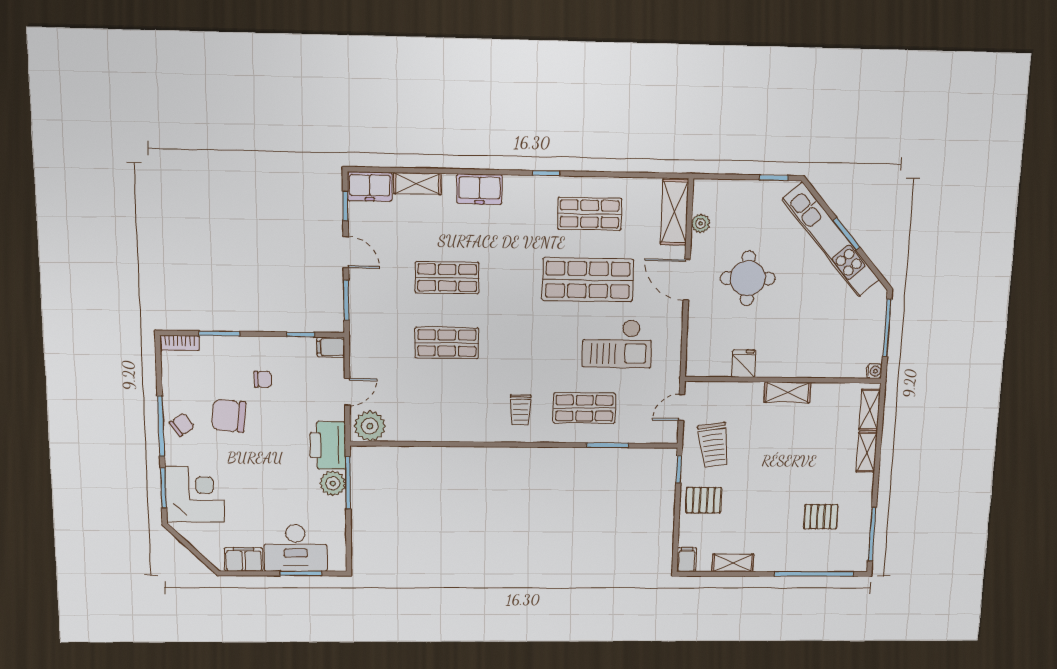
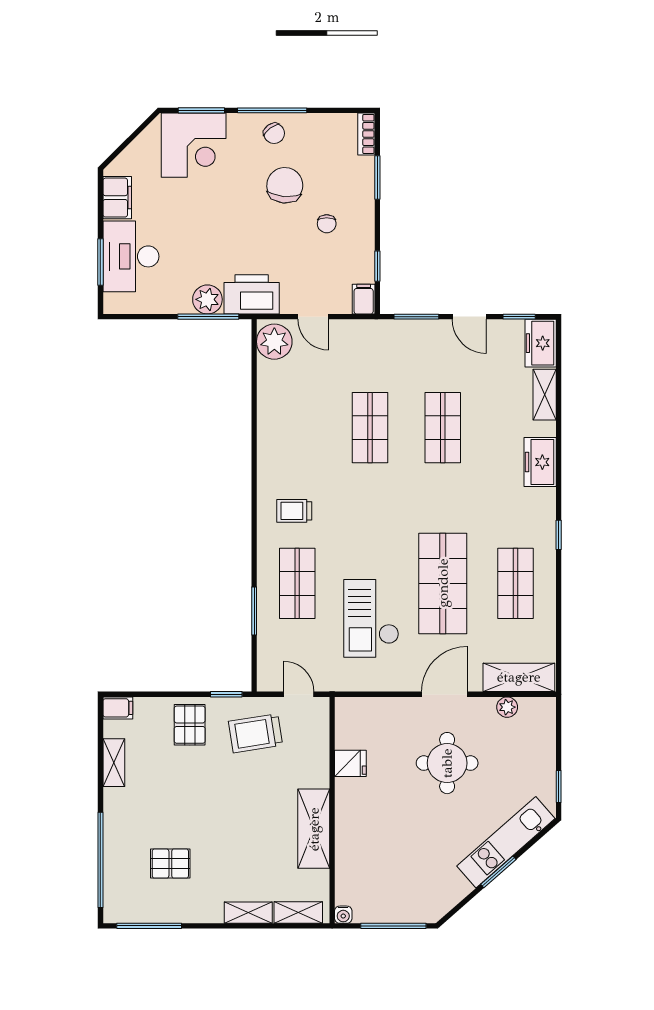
kitchen unit: (831, 240) -> (506, 842), width x0.73
door: (346, 252) -> (469, 317), hinge flipped
shelving: (787, 392) -> (314, 829), width x1.50, depth x1.33
pallet: (821, 517) -> (170, 864), turned 90

